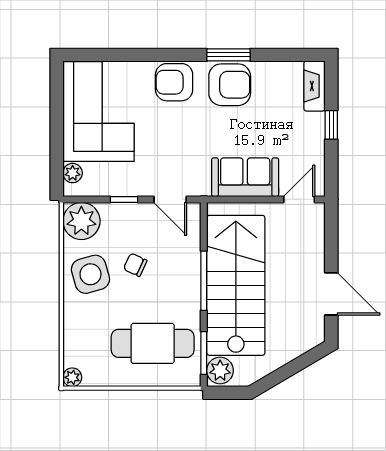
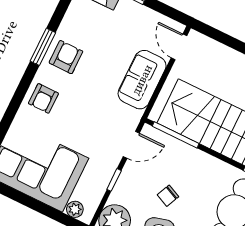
armchair: (174, 82) -> (43, 98), width x0.72, depth x0.72
armchair: (230, 85) -> (66, 57), width x0.72, depth x0.72
window: (204, 281) -> (176, 135), moved

